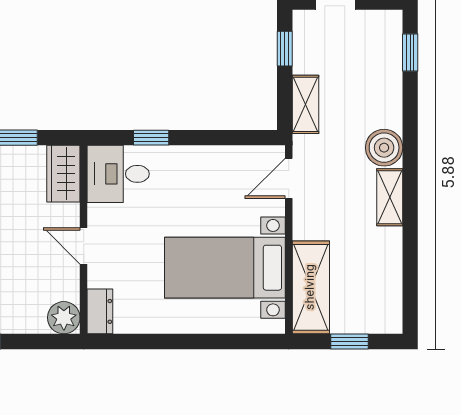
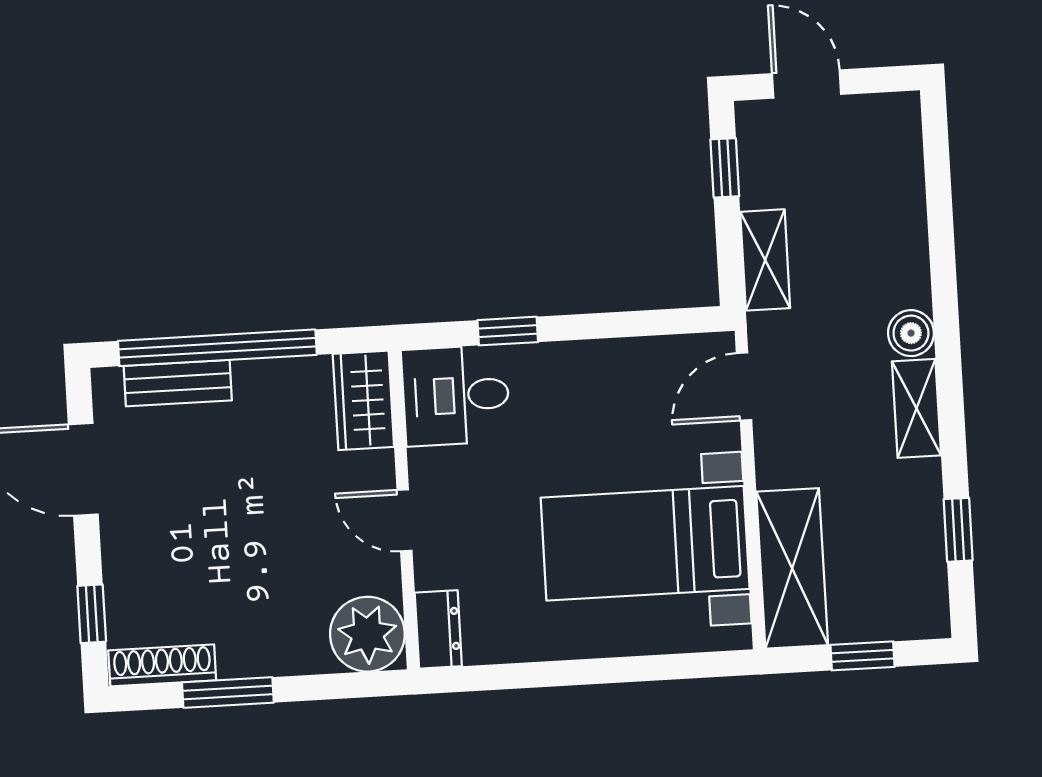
window: (410, 52) -> (958, 530), moved
boiler: (384, 148) -> (911, 333), width x0.73, depth x0.73
plant: (64, 318) -> (367, 634), width x1.36, depth x1.36

